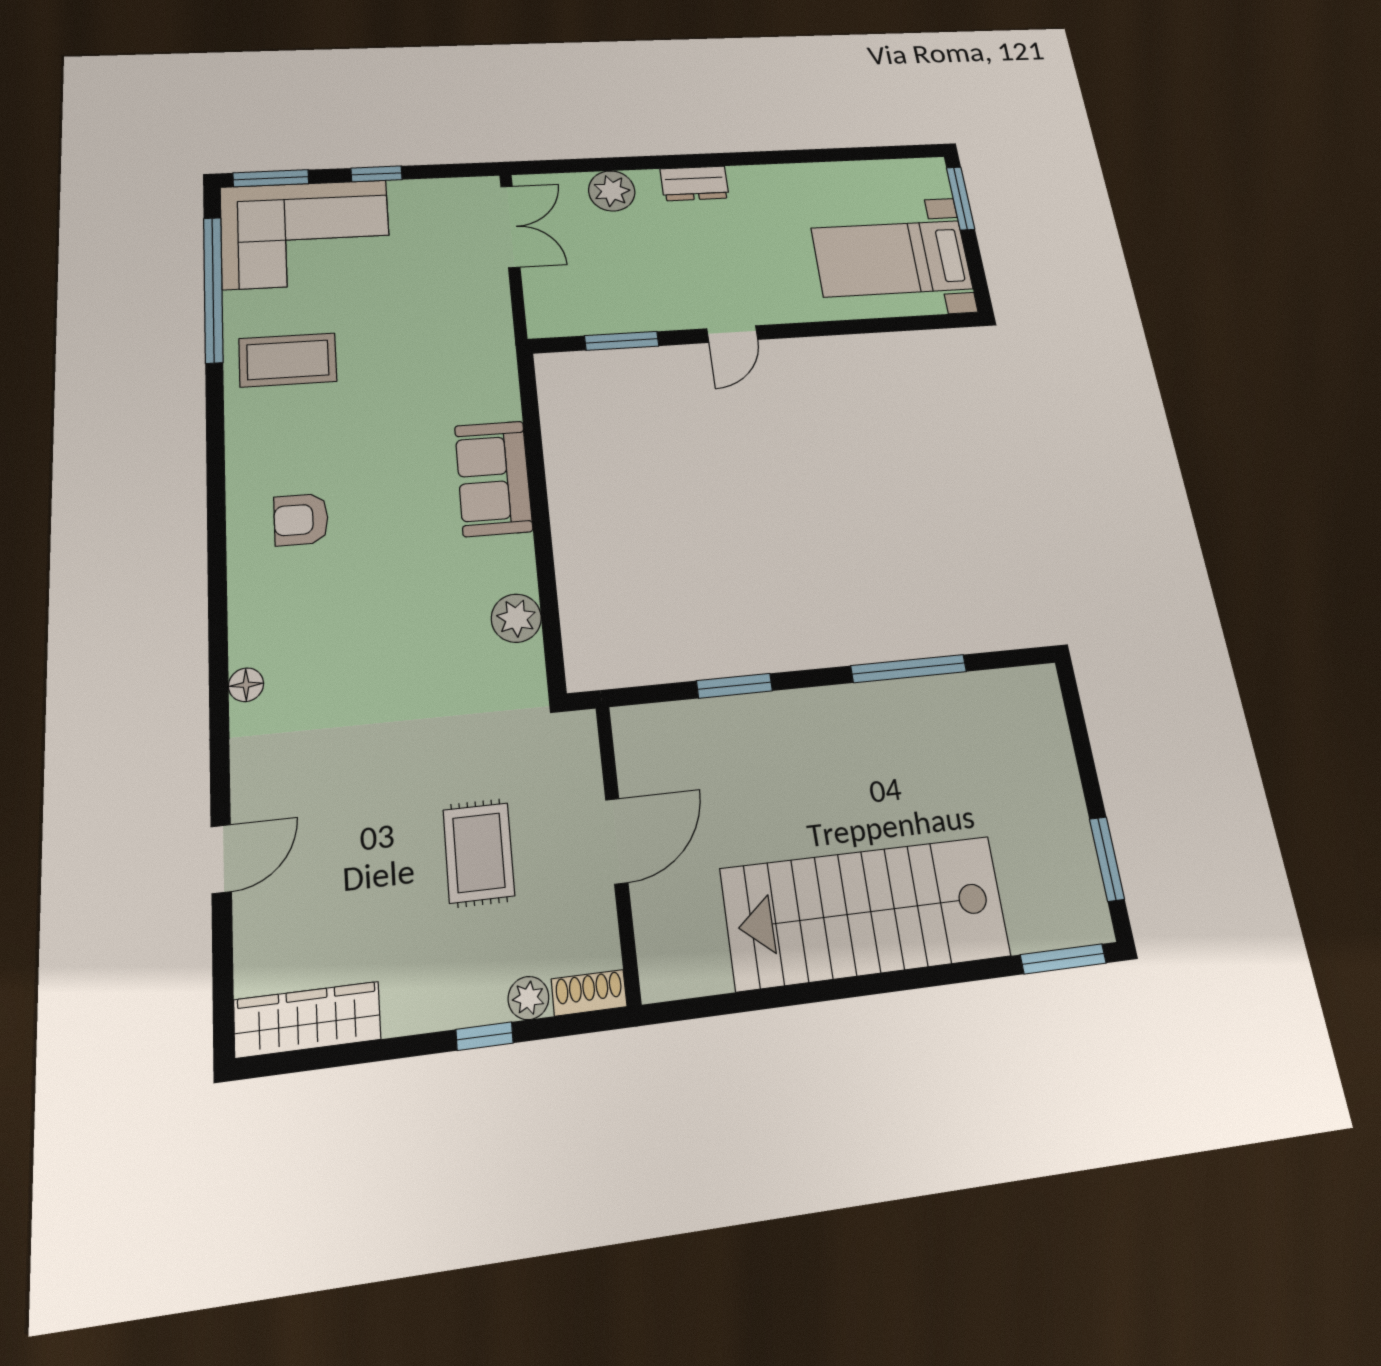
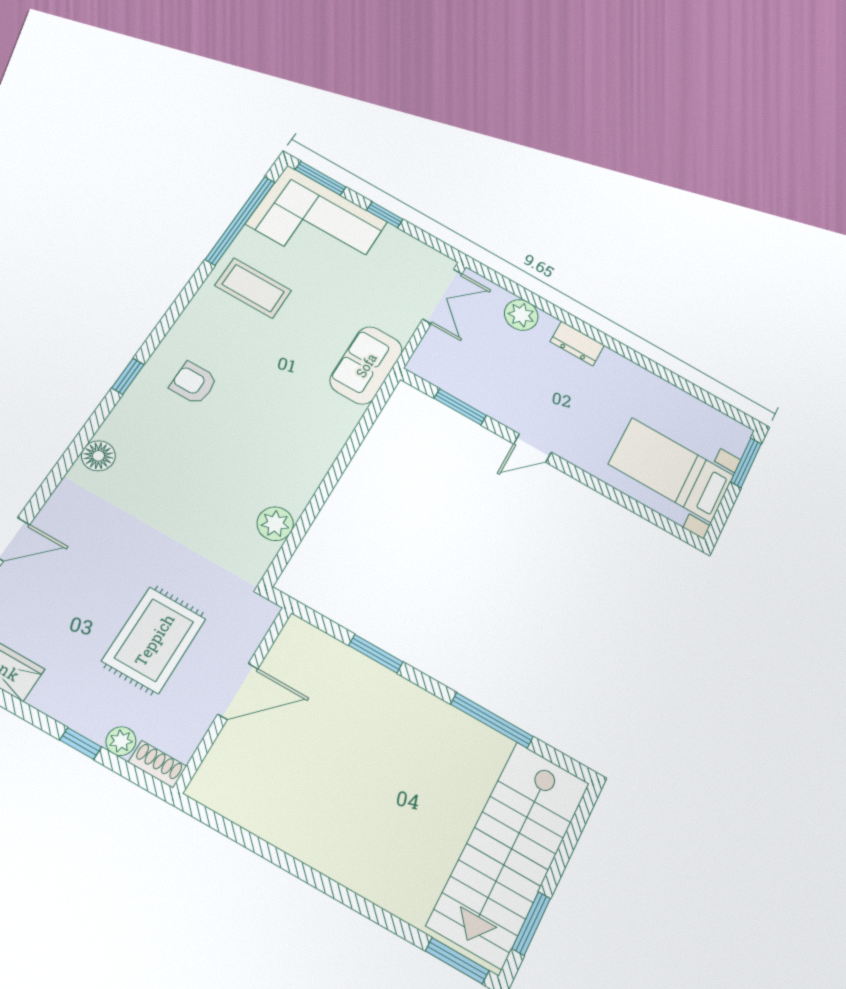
sofa: (493, 478) -> (366, 365), moved
window: (217, 565) -> (128, 376), added
floor lamp: (246, 685) -> (98, 456), width x1.37, depth x1.37
rug: (479, 853) -> (154, 640), width x1.36, depth x1.43
stairs: (865, 912) -> (510, 853), moved, turned -90

